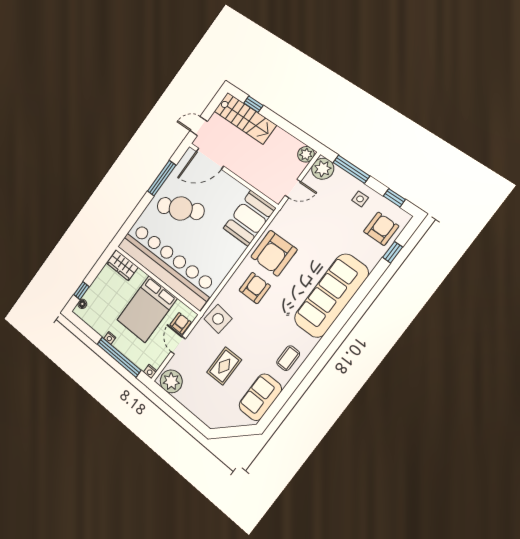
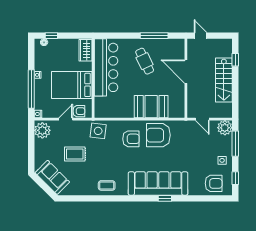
stairs: (245, 118) -> (224, 80), moved
plant: (306, 154) -> (227, 112), removed
door: (210, 159) -> (186, 72), moved
cafe table: (181, 209) -> (145, 61), width x0.73, depth x0.74
booth: (250, 218) -> (151, 107), moved
window: (392, 252) -> (165, 198), moved
bar counter: (167, 265) -> (106, 67), width x0.73
sofa: (260, 397) -> (52, 177), moved, turned 45

